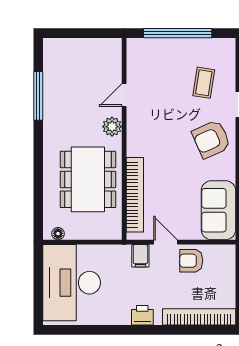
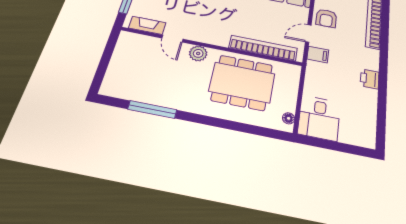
fireplace: (134, 64) -> (147, 25), added
desk: (72, 283) -> (319, 118), width x0.53, depth x0.77
printer: (142, 315) -> (370, 79), moved

